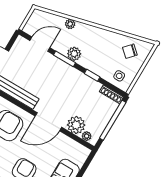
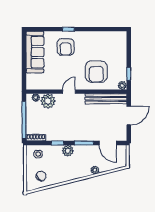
door: (40, 44) -> (108, 143), hinge flipped
plant: (74, 54) -> (68, 151), moved
door: (48, 122) -> (69, 92), width x0.53

